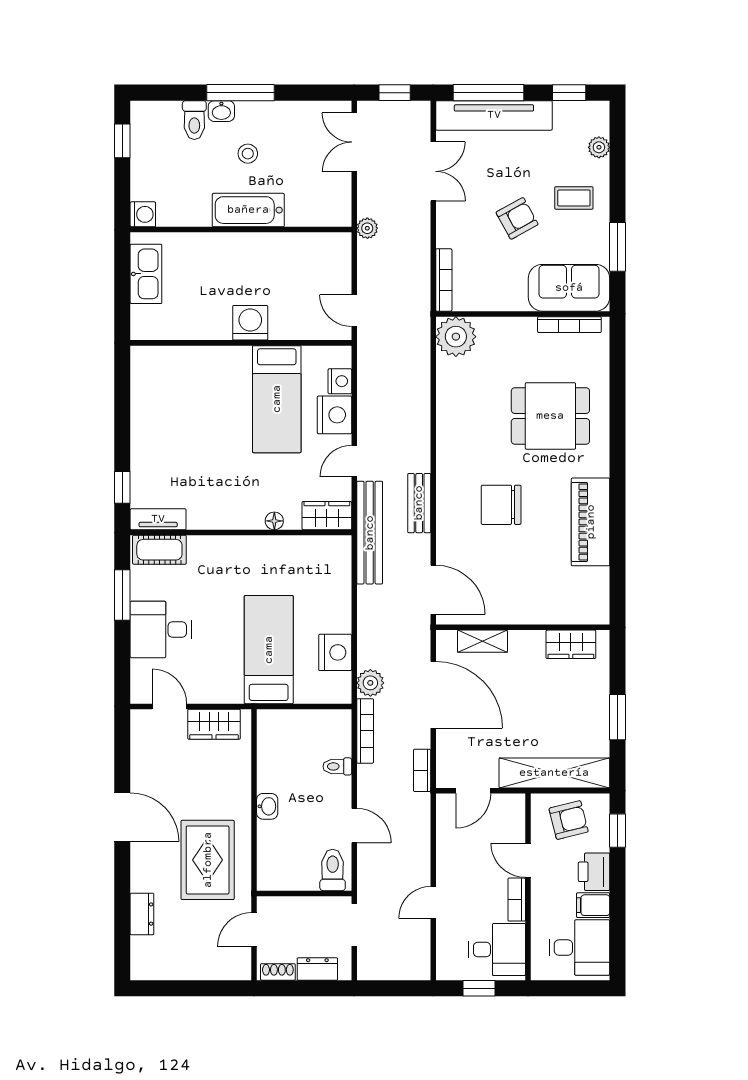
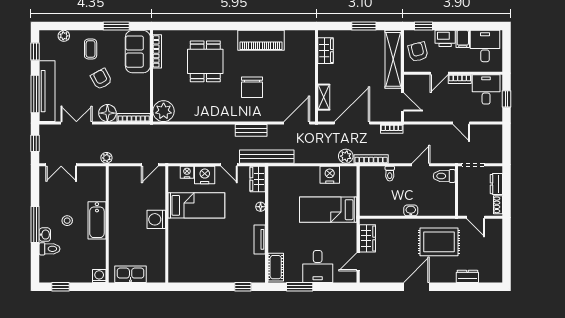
floor lamp: (452, 230) -> (107, 113), added
tv unit: (158, 519) -> (260, 239), moved

